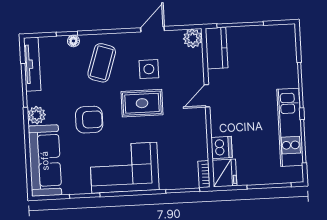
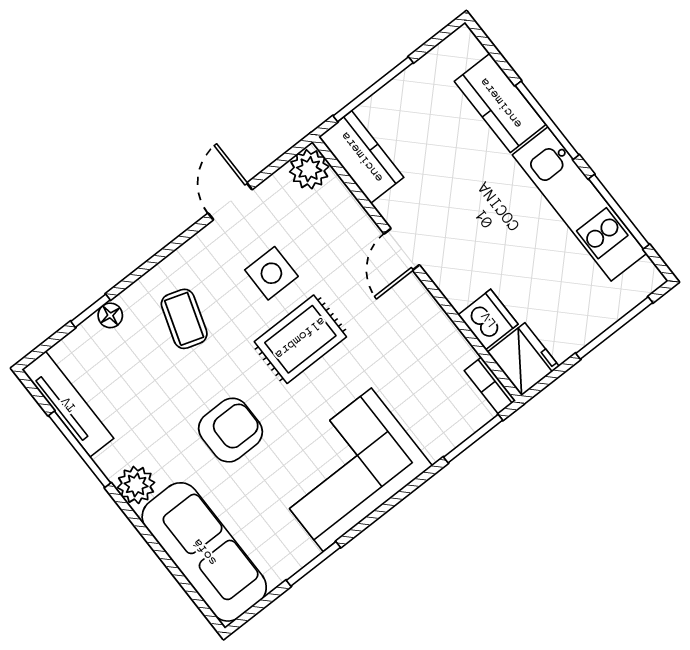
coffee table: (102, 63) -> (184, 319), width x0.73, depth x0.77
kitchen counter: (287, 65) -> (500, 103), added

